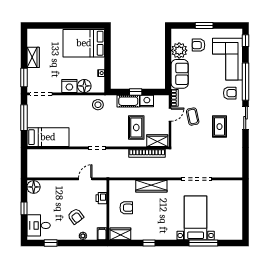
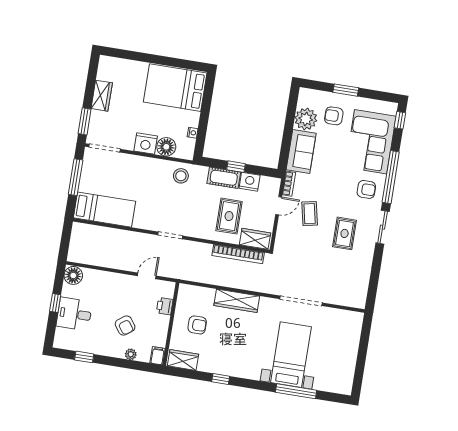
desk: (39, 225) -> (74, 314), moved

